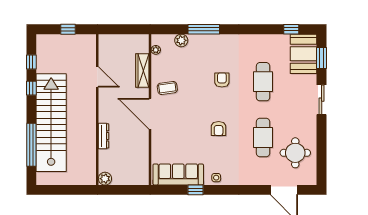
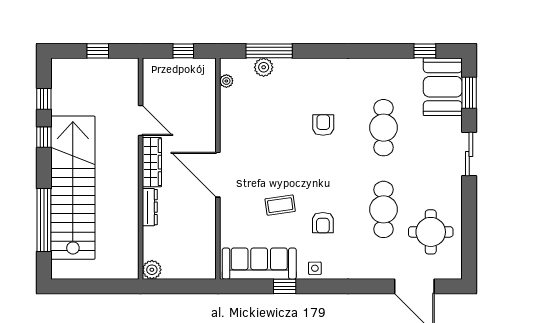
window: (126, 29) -> (183, 51), added
window: (204, 29) -> (269, 51), moved
wardrobe: (142, 70) -> (152, 162), moved, turned 180
coffee table: (167, 88) -> (280, 205), moved
armchair: (219, 129) -> (323, 223), moved

